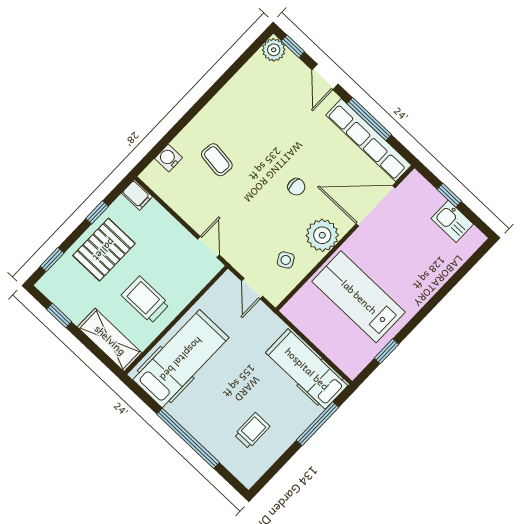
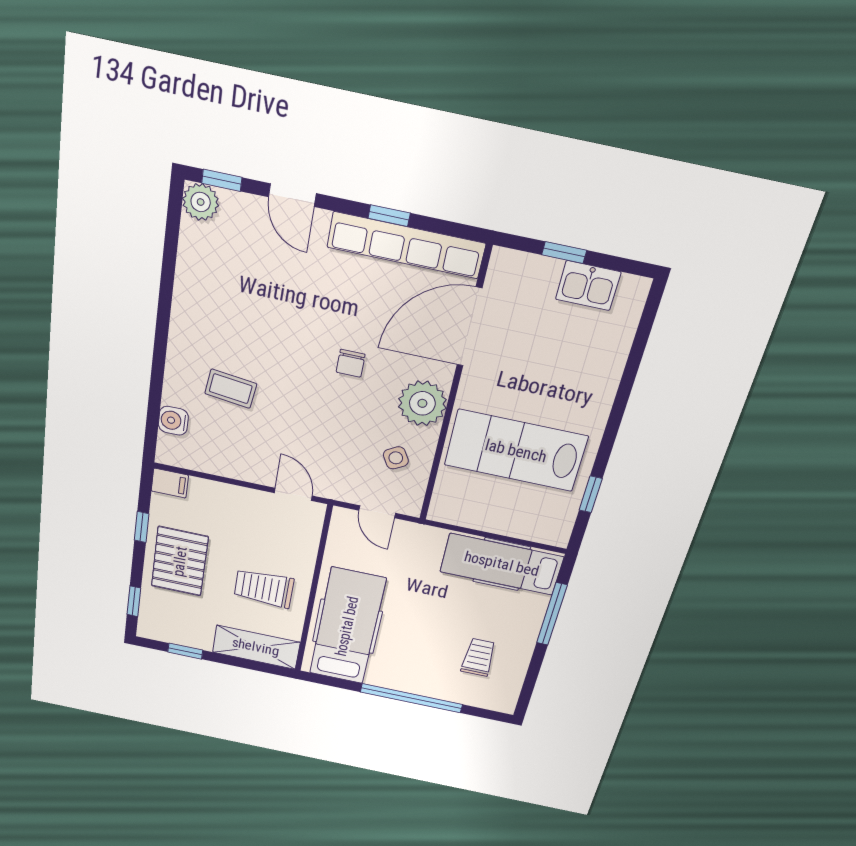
window: (369, 119) -> (389, 216), width x0.46
chair: (296, 187) -> (351, 363), turned 90

